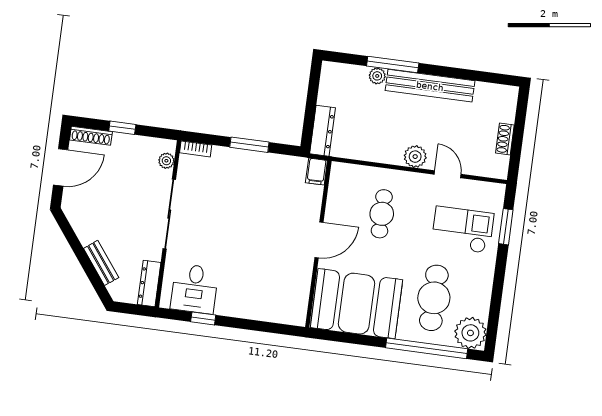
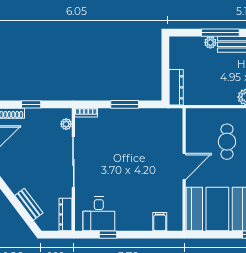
filing cabinet: (316, 172) -> (160, 222), moved, turned 180

